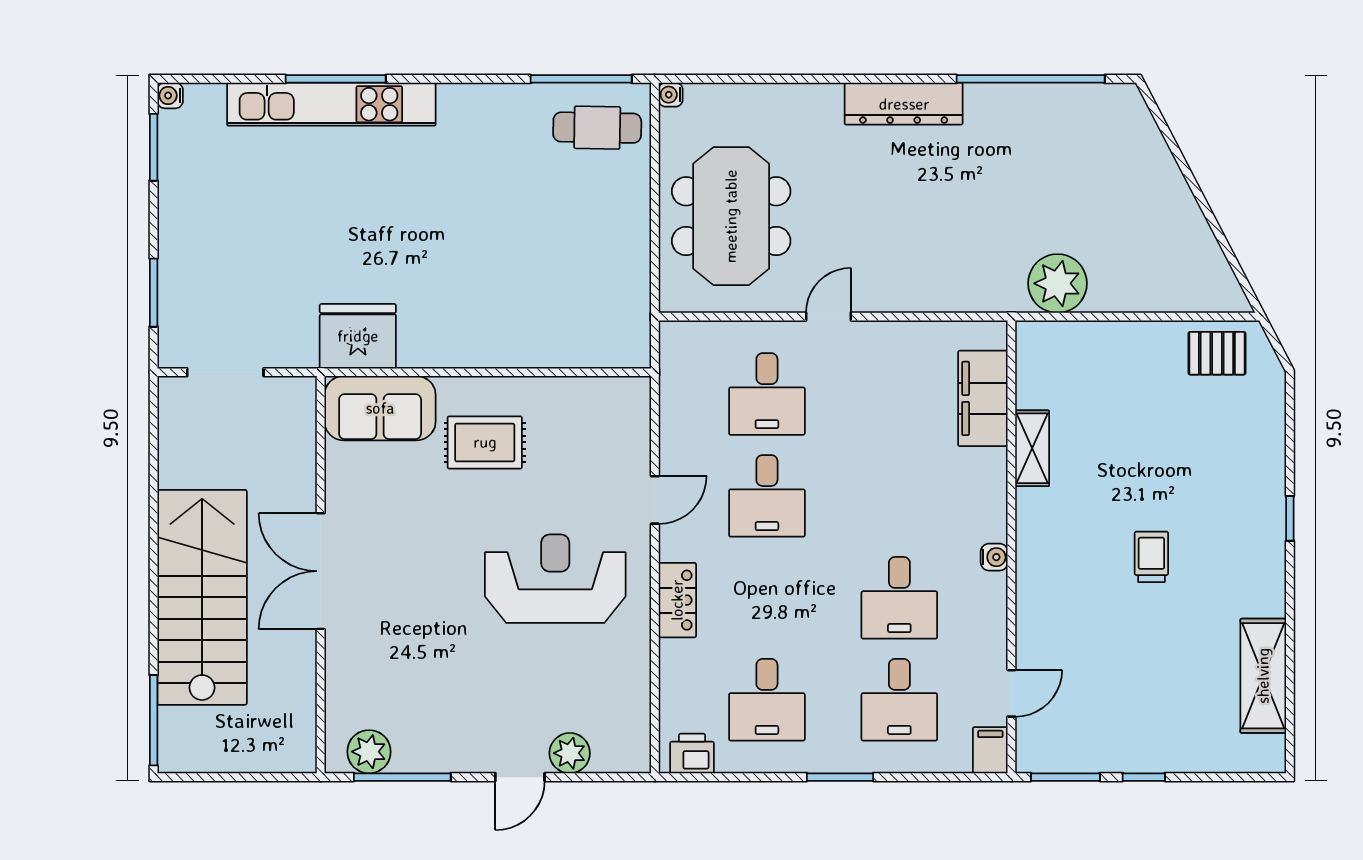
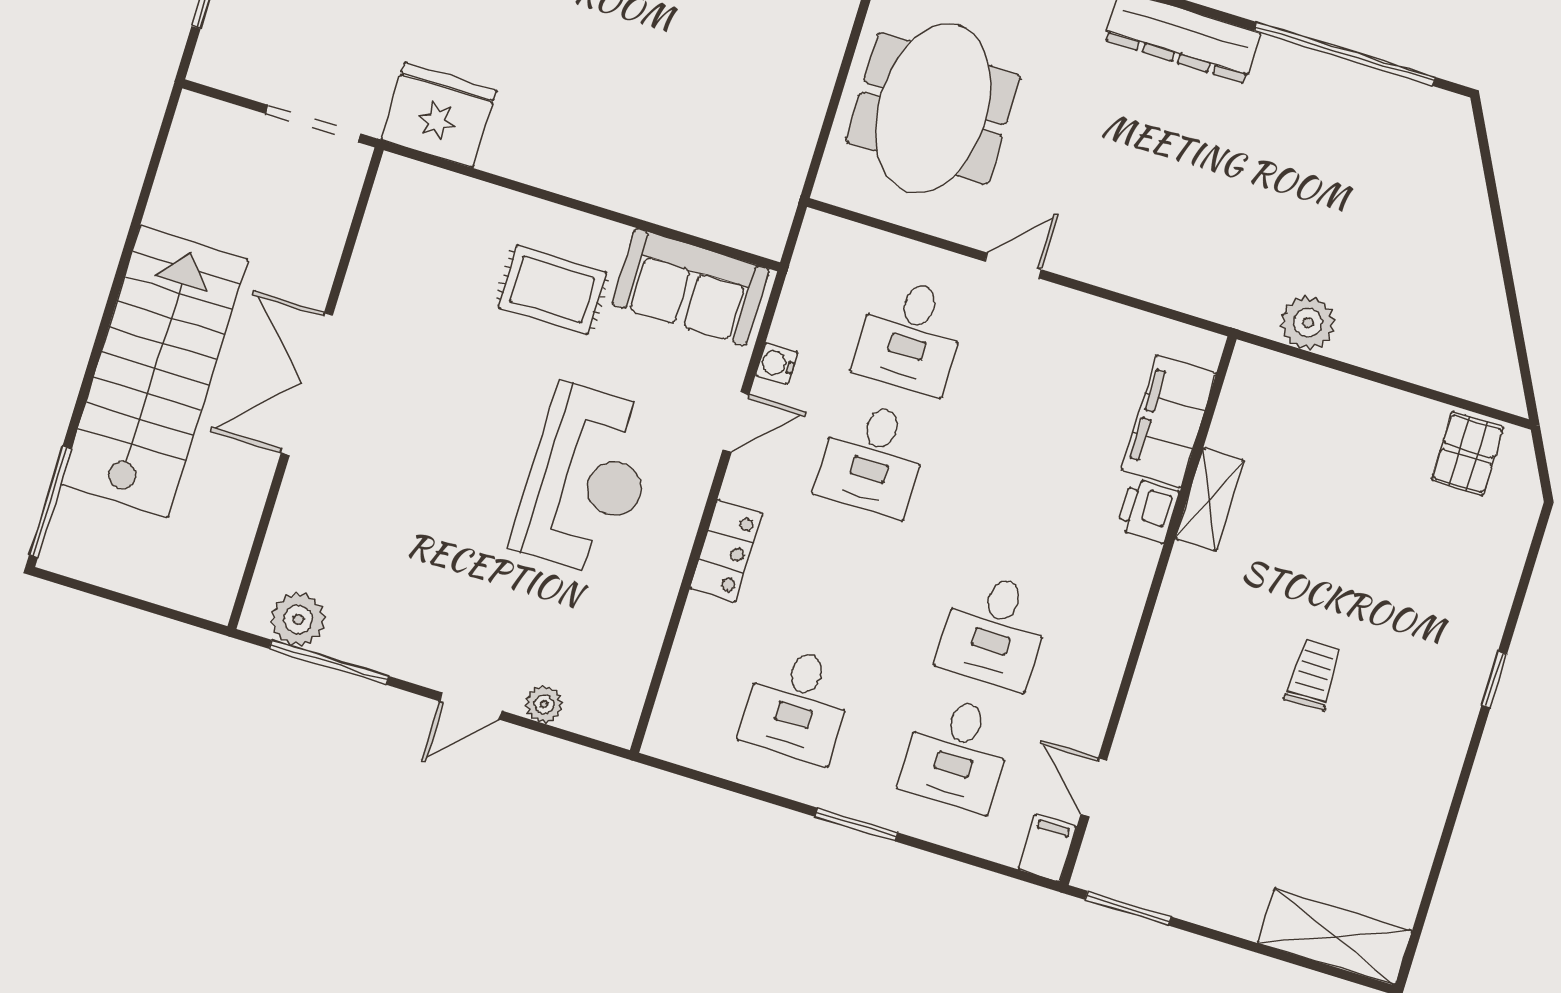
plant: (1057, 283) -> (1308, 323), width x0.73, depth x0.73
pallet: (1217, 353) -> (1468, 454), turned 90
doorway: (225, 372) -> (313, 124), moved
sofa: (380, 408) -> (691, 287), moved
water cooler: (994, 557) -> (777, 364), moved, turned 180
reception desk: (555, 579) -> (587, 480), turned 90
shelving: (1263, 676) -> (1335, 937), moved, turned 90
door: (1011, 693) -> (1094, 787), swing flipped
plant: (570, 753) -> (544, 704), width x0.73, depth x0.73
printer: (692, 754) -> (1148, 511), moved, turned -90
window: (1144, 777) -> (1222, 937), removed

